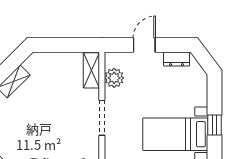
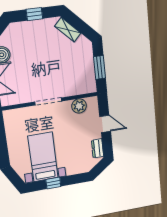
window: (67, 45) -> (100, 67), added
shelving: (91, 70) -> (83, 88), removed

